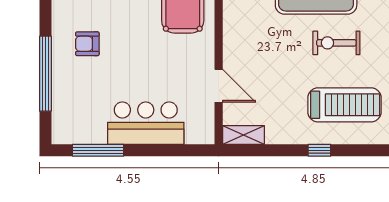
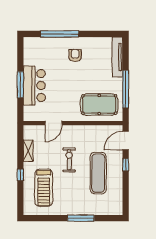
exercise bike: (336, 43) -> (69, 160), moved
shelving: (243, 135) -> (28, 151), moved
window: (98, 150) -> (20, 85), moved

